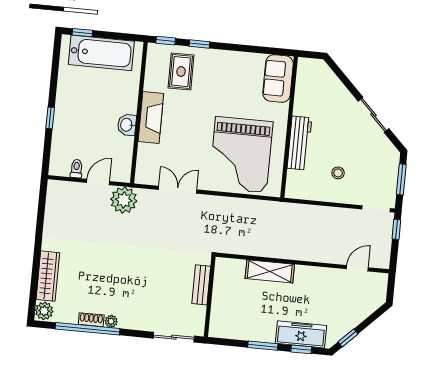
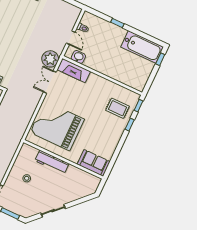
bathtub: (101, 53) -> (142, 47), moved, turned -90
fireplace: (151, 118) -> (74, 71), moved
washbasin: (127, 125) -> (78, 57), moved
double door: (178, 190) -> (50, 82), swing flipped
plant: (124, 200) -> (50, 59), moved

